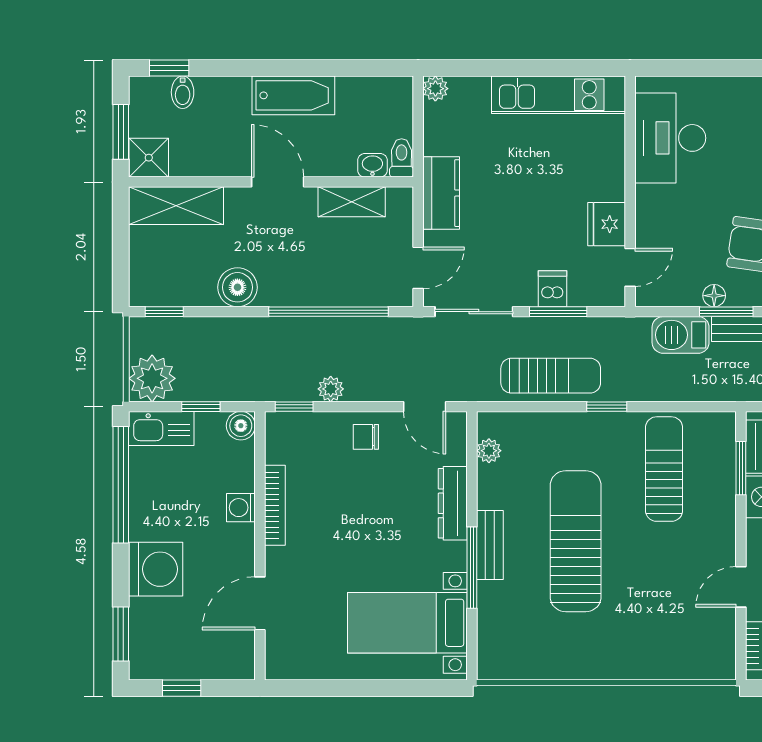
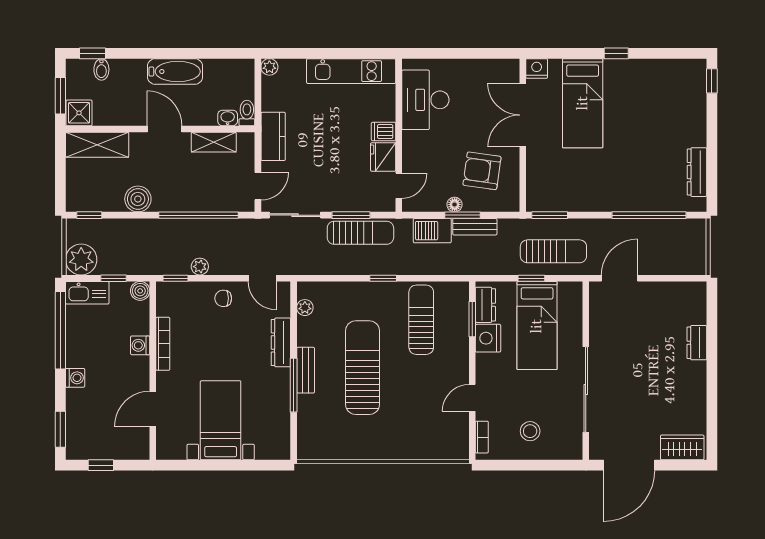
dishwasher: (553, 289) -> (383, 132), moved, turned -90
sun lounger: (551, 376) -> (360, 233), moved
washing machine: (156, 569) -> (75, 378), width x0.53, depth x0.53
bed with nightstands: (407, 623) -> (221, 420), moved, turned 90

